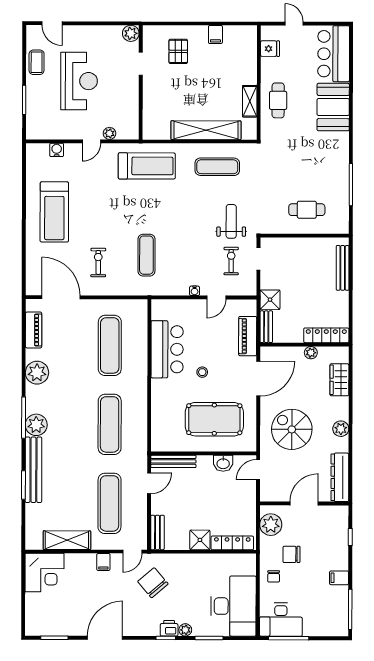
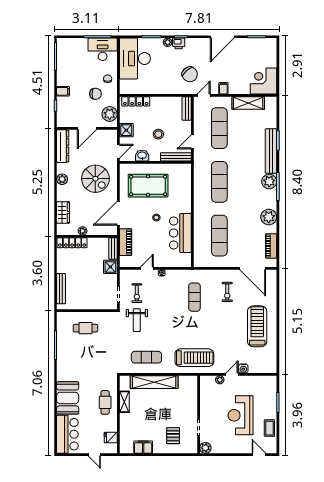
filing cabinet: (215, 34) -> (143, 447), width x2.00
water cooler: (57, 150) -> (243, 368), moved
treadmill: (147, 166) -> (194, 358), turned 180
stool: (199, 495) -> (158, 134), added
shower: (200, 540) -> (126, 130), moved
filing cabinet: (339, 578) -> (63, 91), moved

